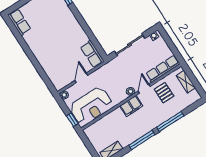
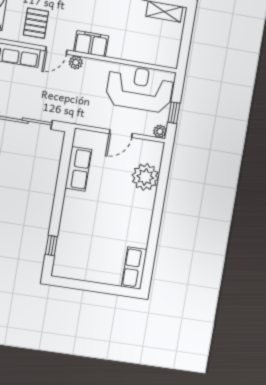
row of seats: (92, 54) -> (78, 169), moved
plant: (52, 68) -> (145, 177), added
window: (72, 120) -> (174, 113), moved

